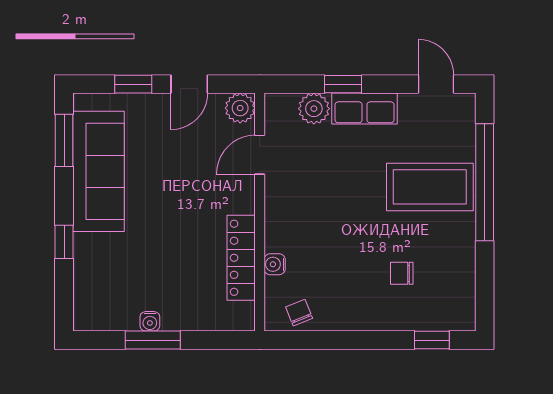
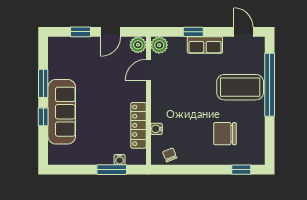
plant: (314, 109) -> (159, 45), moved
window: (64, 140) -> (43, 83), moved
sofa: (98, 171) -> (62, 112), moved
chair: (402, 273) -> (225, 134), width x1.87, depth x1.87
water cooler: (150, 321) -> (120, 160), moved
window: (153, 340) -> (112, 170), moved

